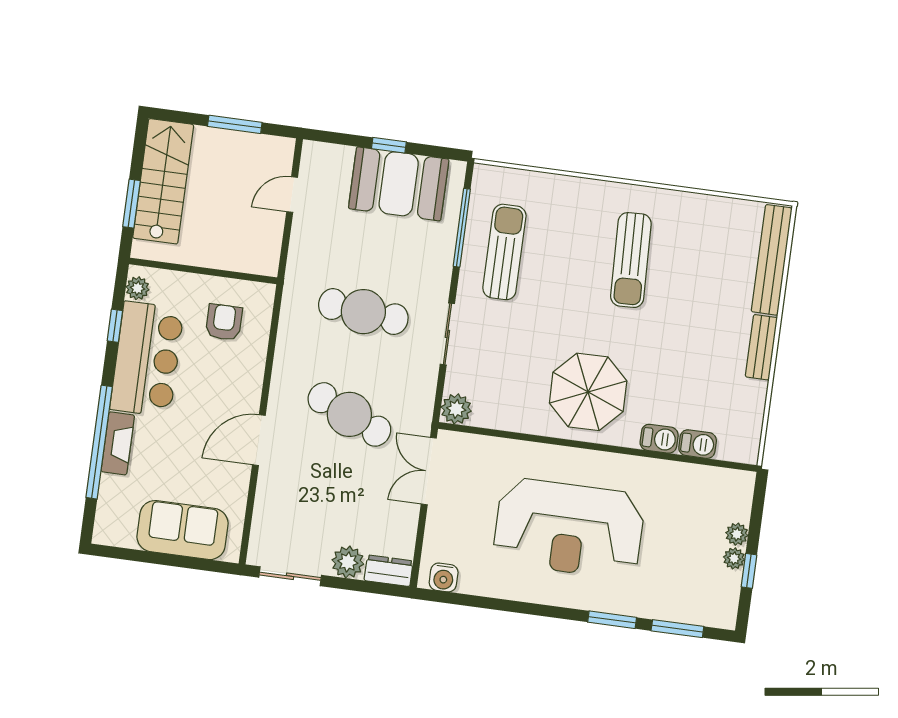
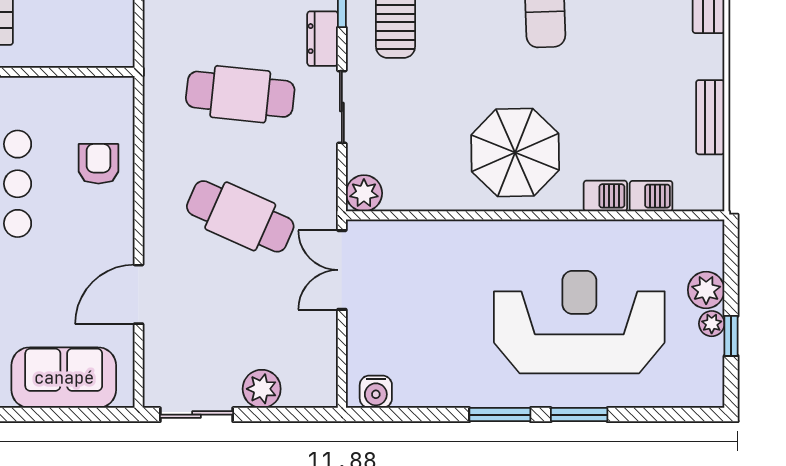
armchair: (224, 322) -> (98, 164), moved
bench: (761, 347) -> (710, 117), moved
door: (259, 440) -> (139, 294), moved
reception desk: (569, 528) -> (579, 322), moved, turned 180
plant: (737, 534) -> (706, 290), width x1.38, depth x1.38
dresser: (389, 571) -> (323, 39), moved, turned -90
window: (677, 629) -> (500, 415), moved

